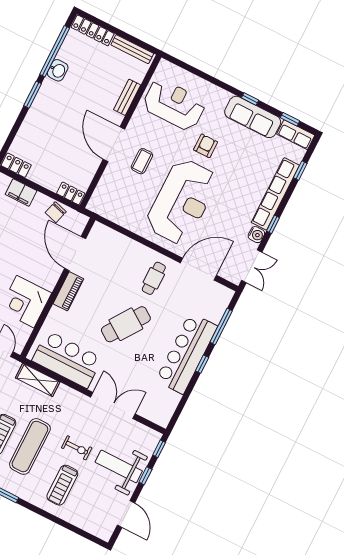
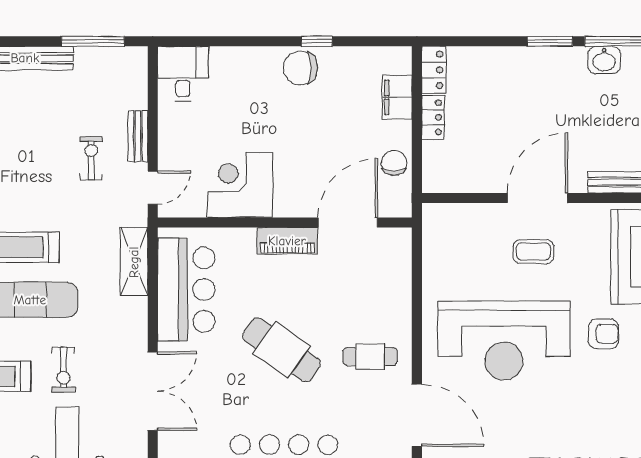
locker: (71, 193) -> (433, 117), moved
chair: (56, 212) -> (394, 163), turned 74

